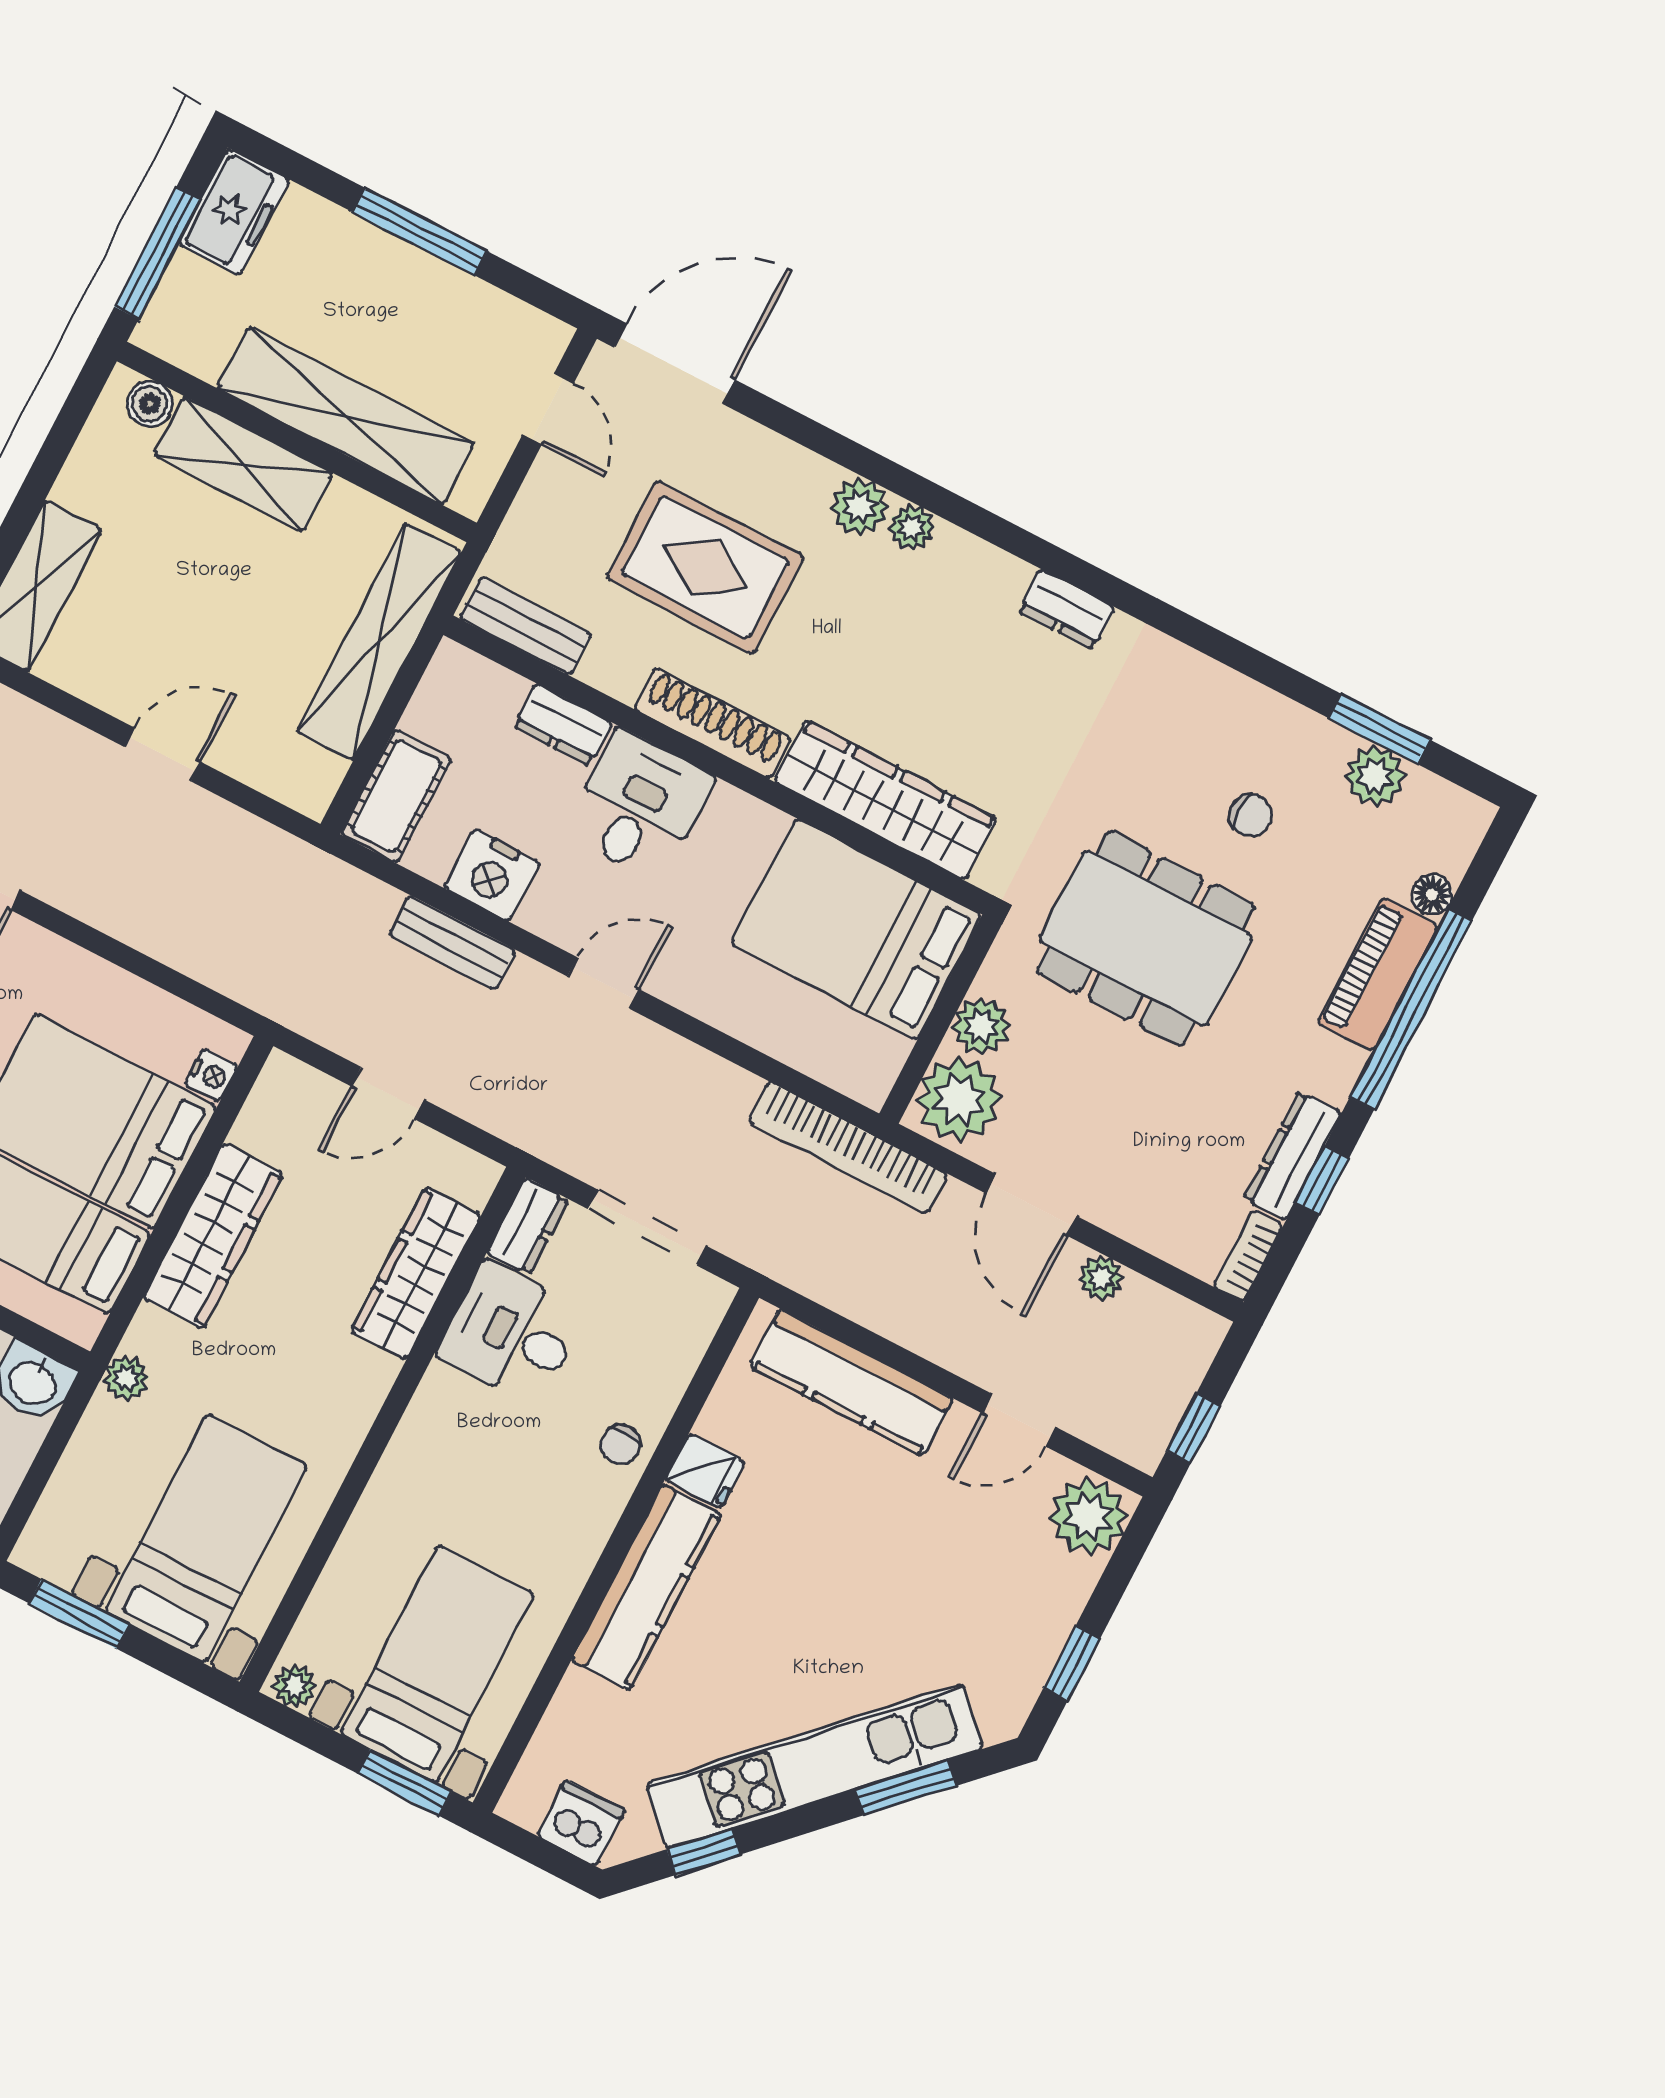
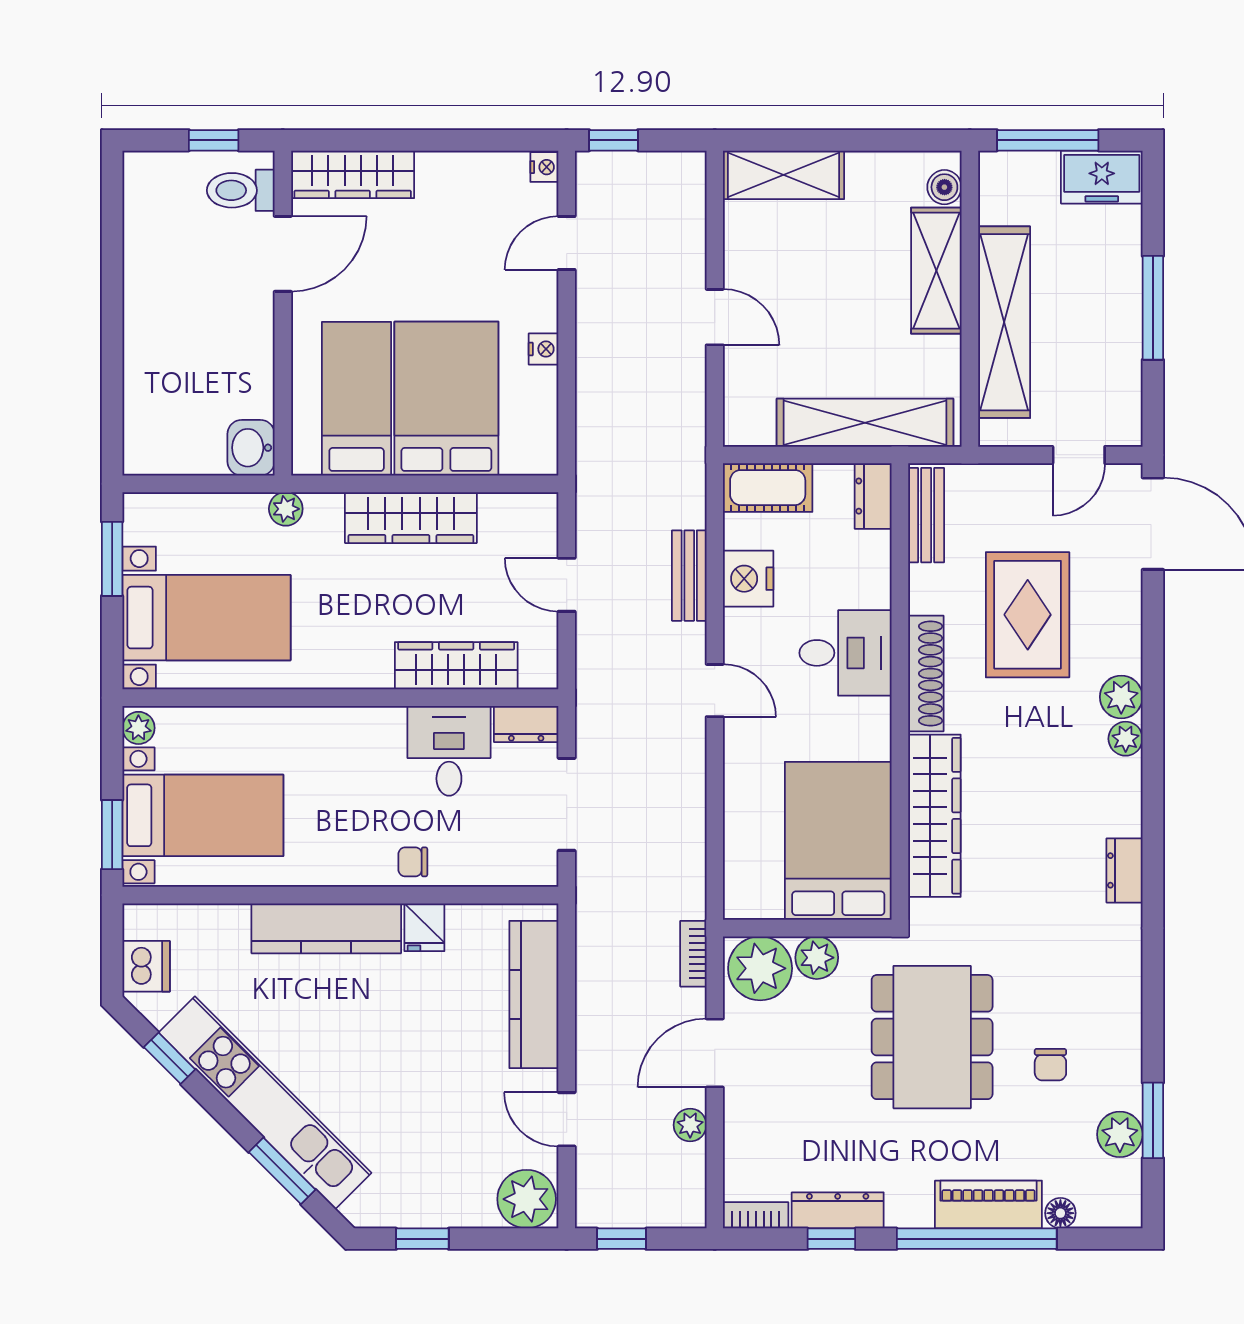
dresser: (563, 725) -> (873, 496), moved
nightstand: (211, 1075) -> (544, 349), moved, turned -90
bookcase: (848, 1148) -> (693, 954), width x0.43, depth x0.76

